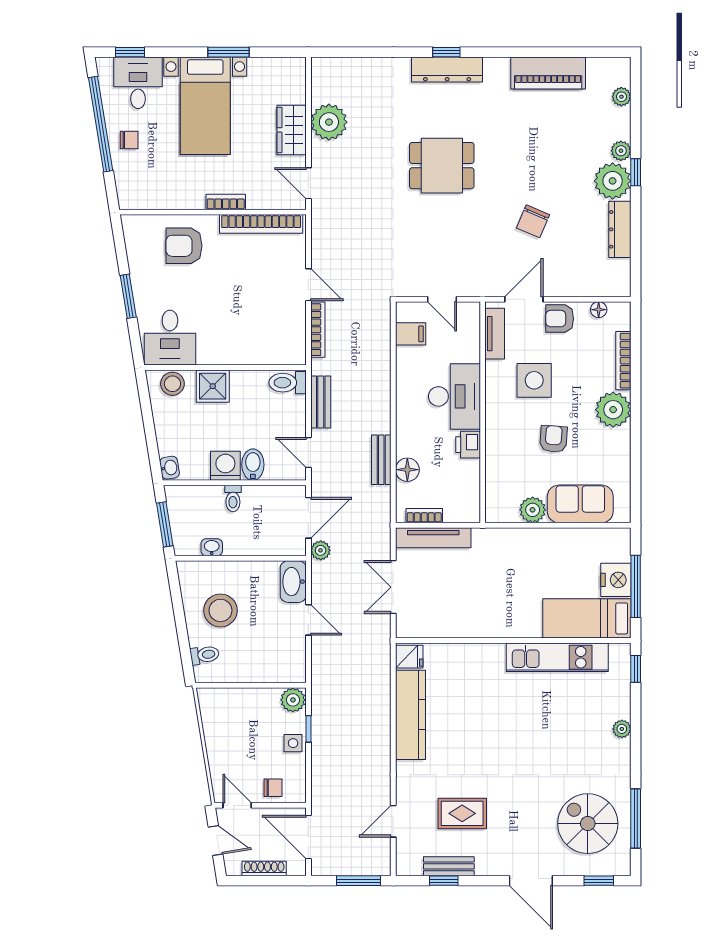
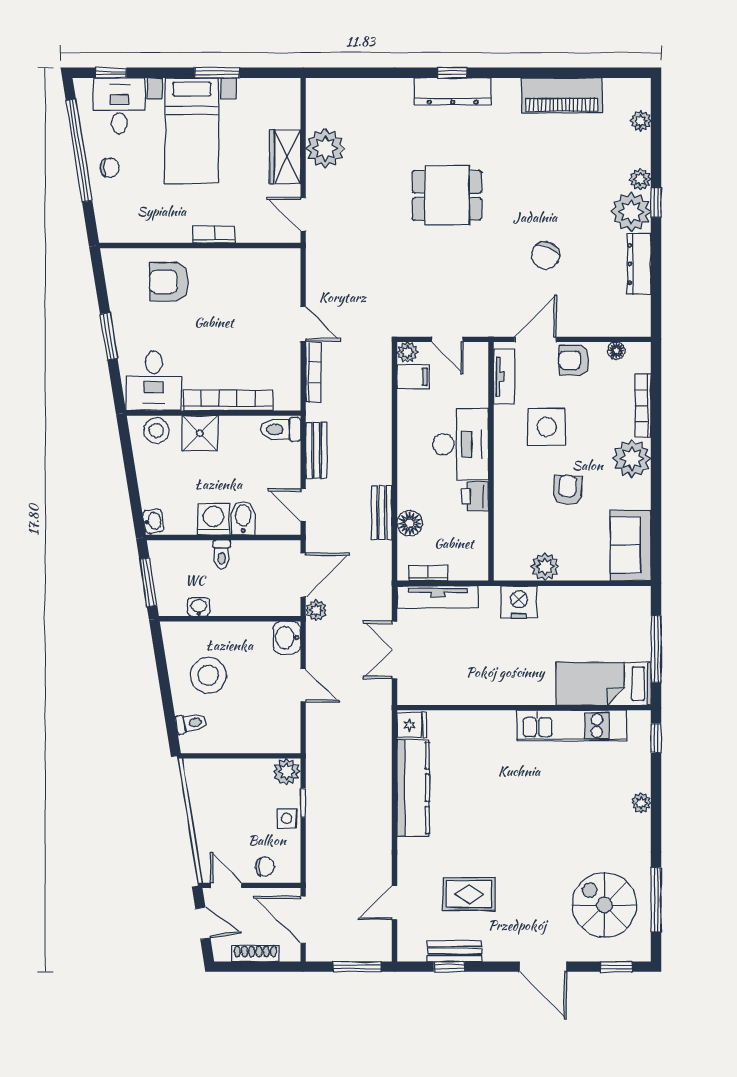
bookcase: (261, 224) -> (228, 400), moved, turned 180
plant: (405, 311) -> (407, 352), added
sofa: (580, 504) -> (631, 545), moved, turned -90
nightstand: (616, 580) -> (519, 602), moved, turned -90
washbasin: (293, 582) -> (287, 638), width x0.72

